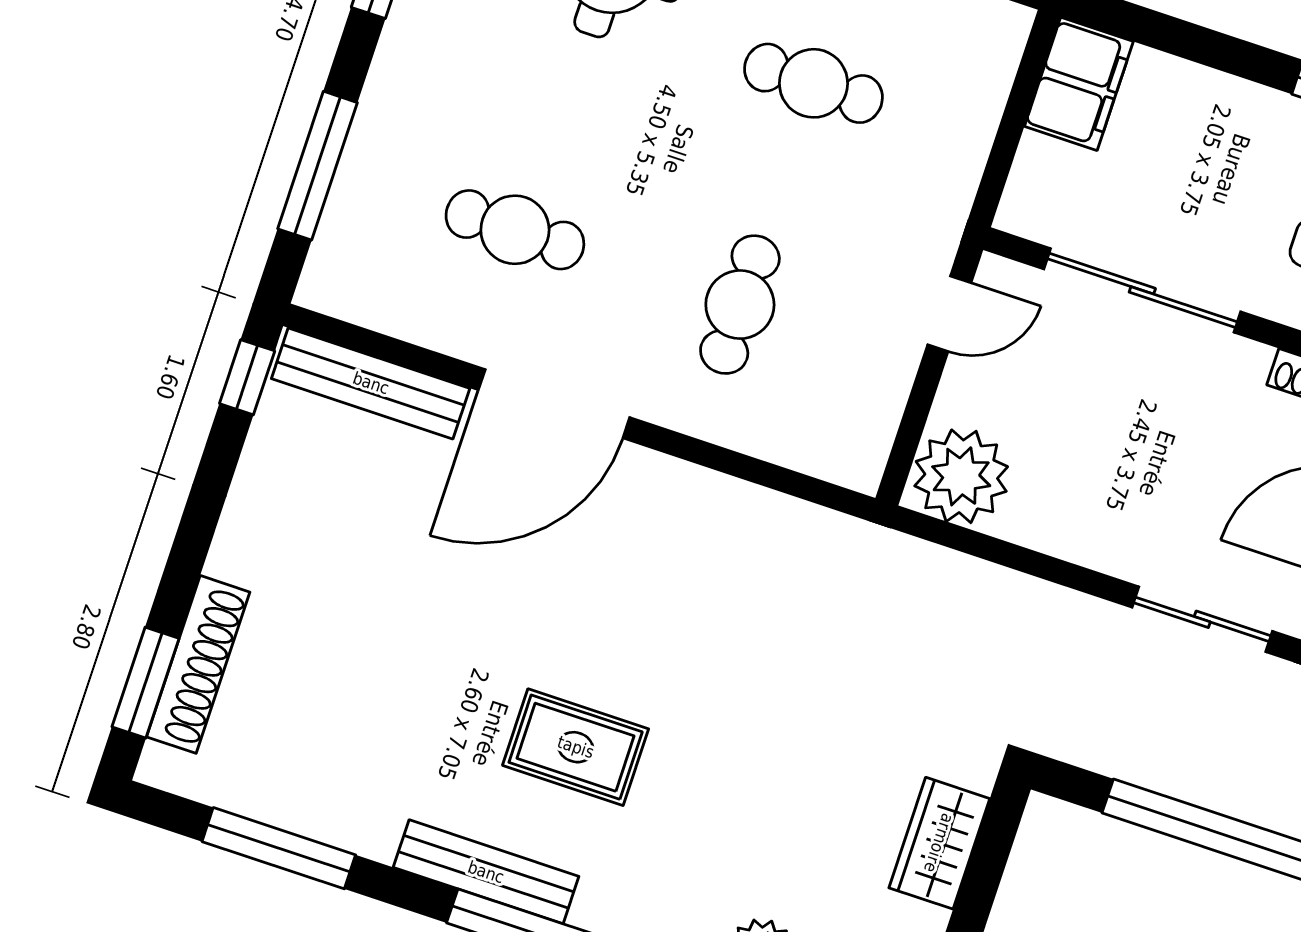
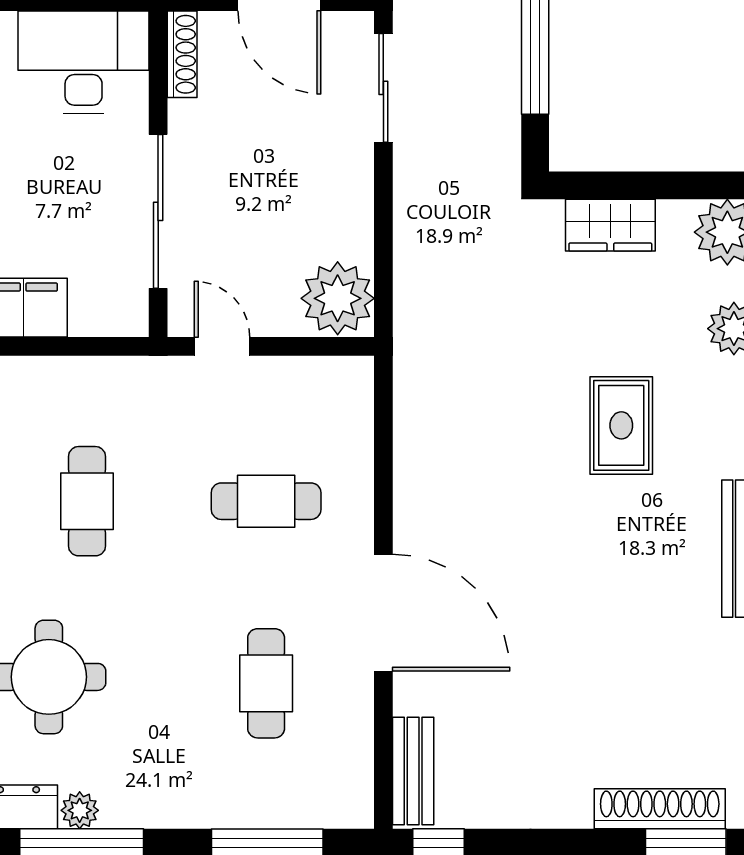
bench: (371, 383) -> (413, 771), width x0.73
rug: (576, 747) -> (621, 425), moved

